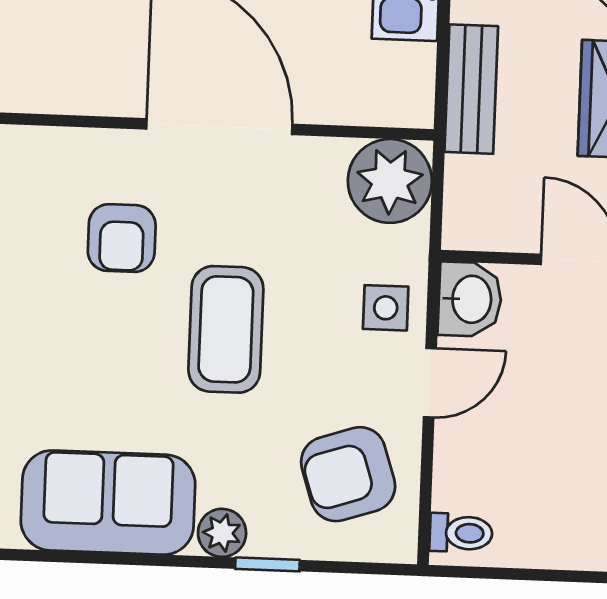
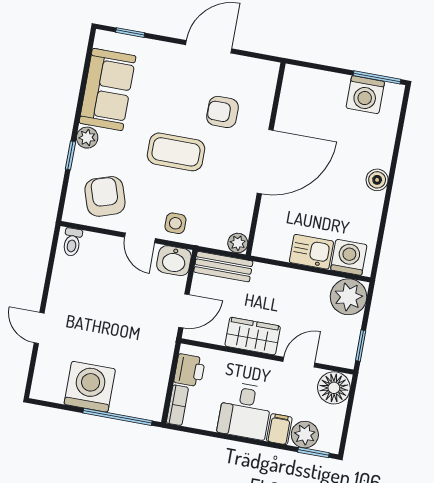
bench: (471, 89) -> (223, 267), moved
plant: (390, 181) -> (238, 243), width x0.53, depth x0.53

